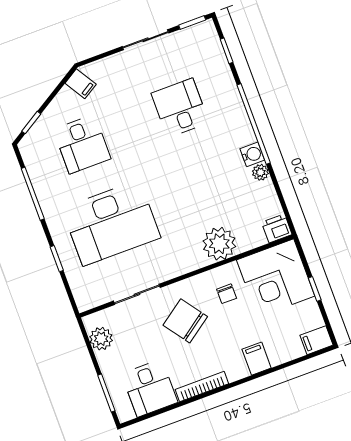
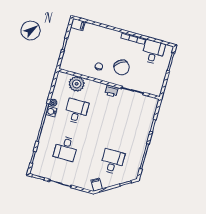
desk: (111, 223) -> (76, 111), moved, width x0.53, depth x0.77
printer: (277, 228) -> (111, 91), moved
plant: (219, 244) -> (77, 84), moved
corner desk: (276, 278) -> (76, 59), removed
plant: (101, 339) -> (158, 84), removed
filing cabinet: (257, 359) -> (105, 34), removed

